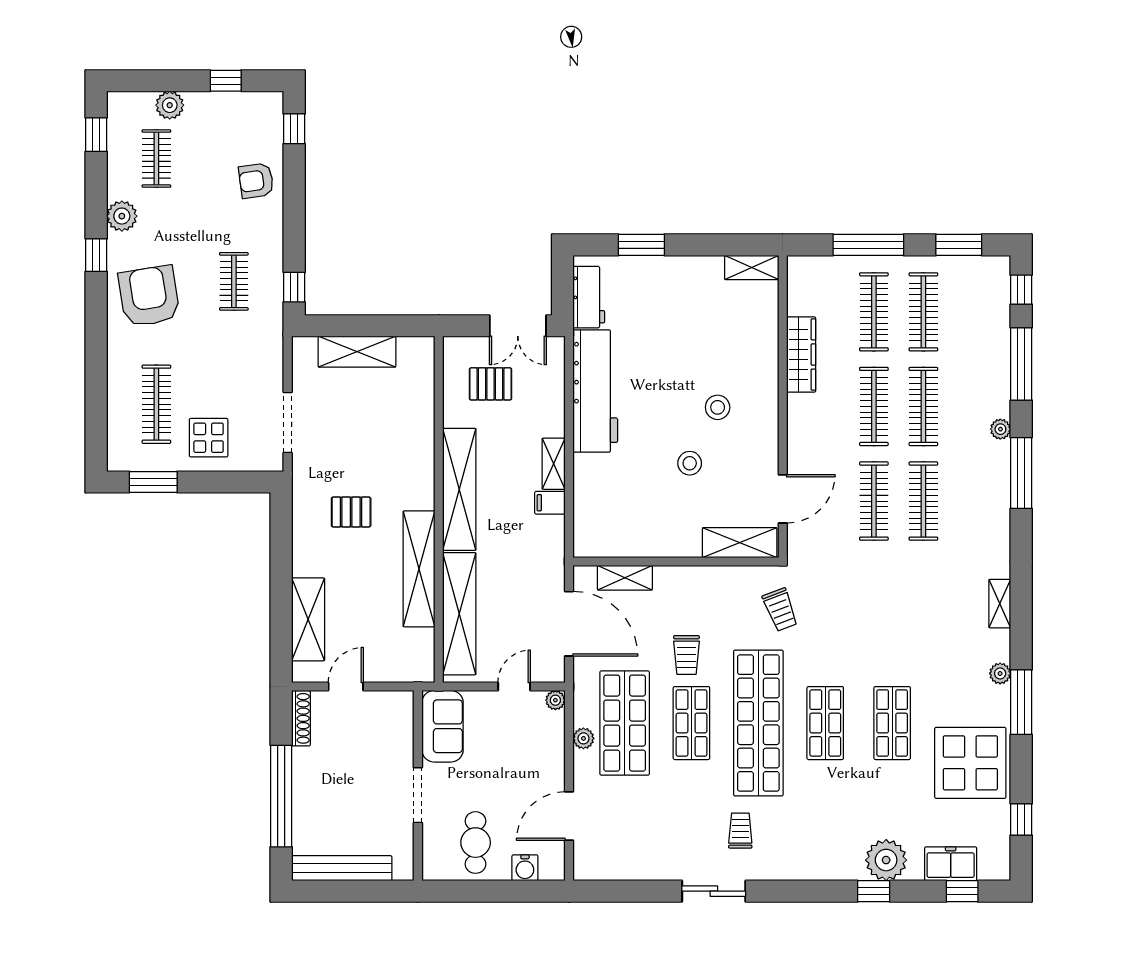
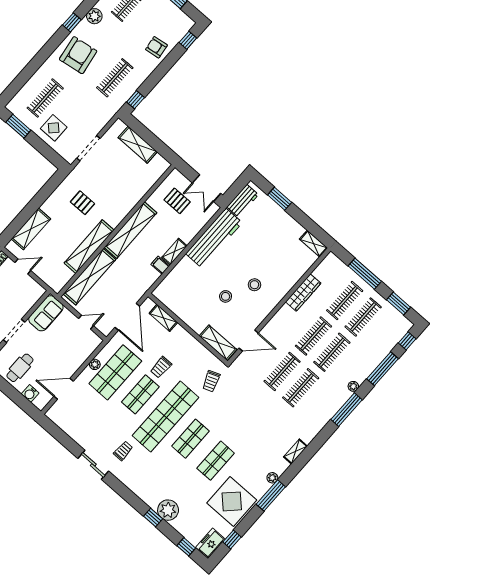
clothes rail: (234, 281) -> (115, 78), width x1.36
plant: (555, 700) -> (97, 341), removed
freezer: (951, 864) -> (210, 543), moved, turned -90

